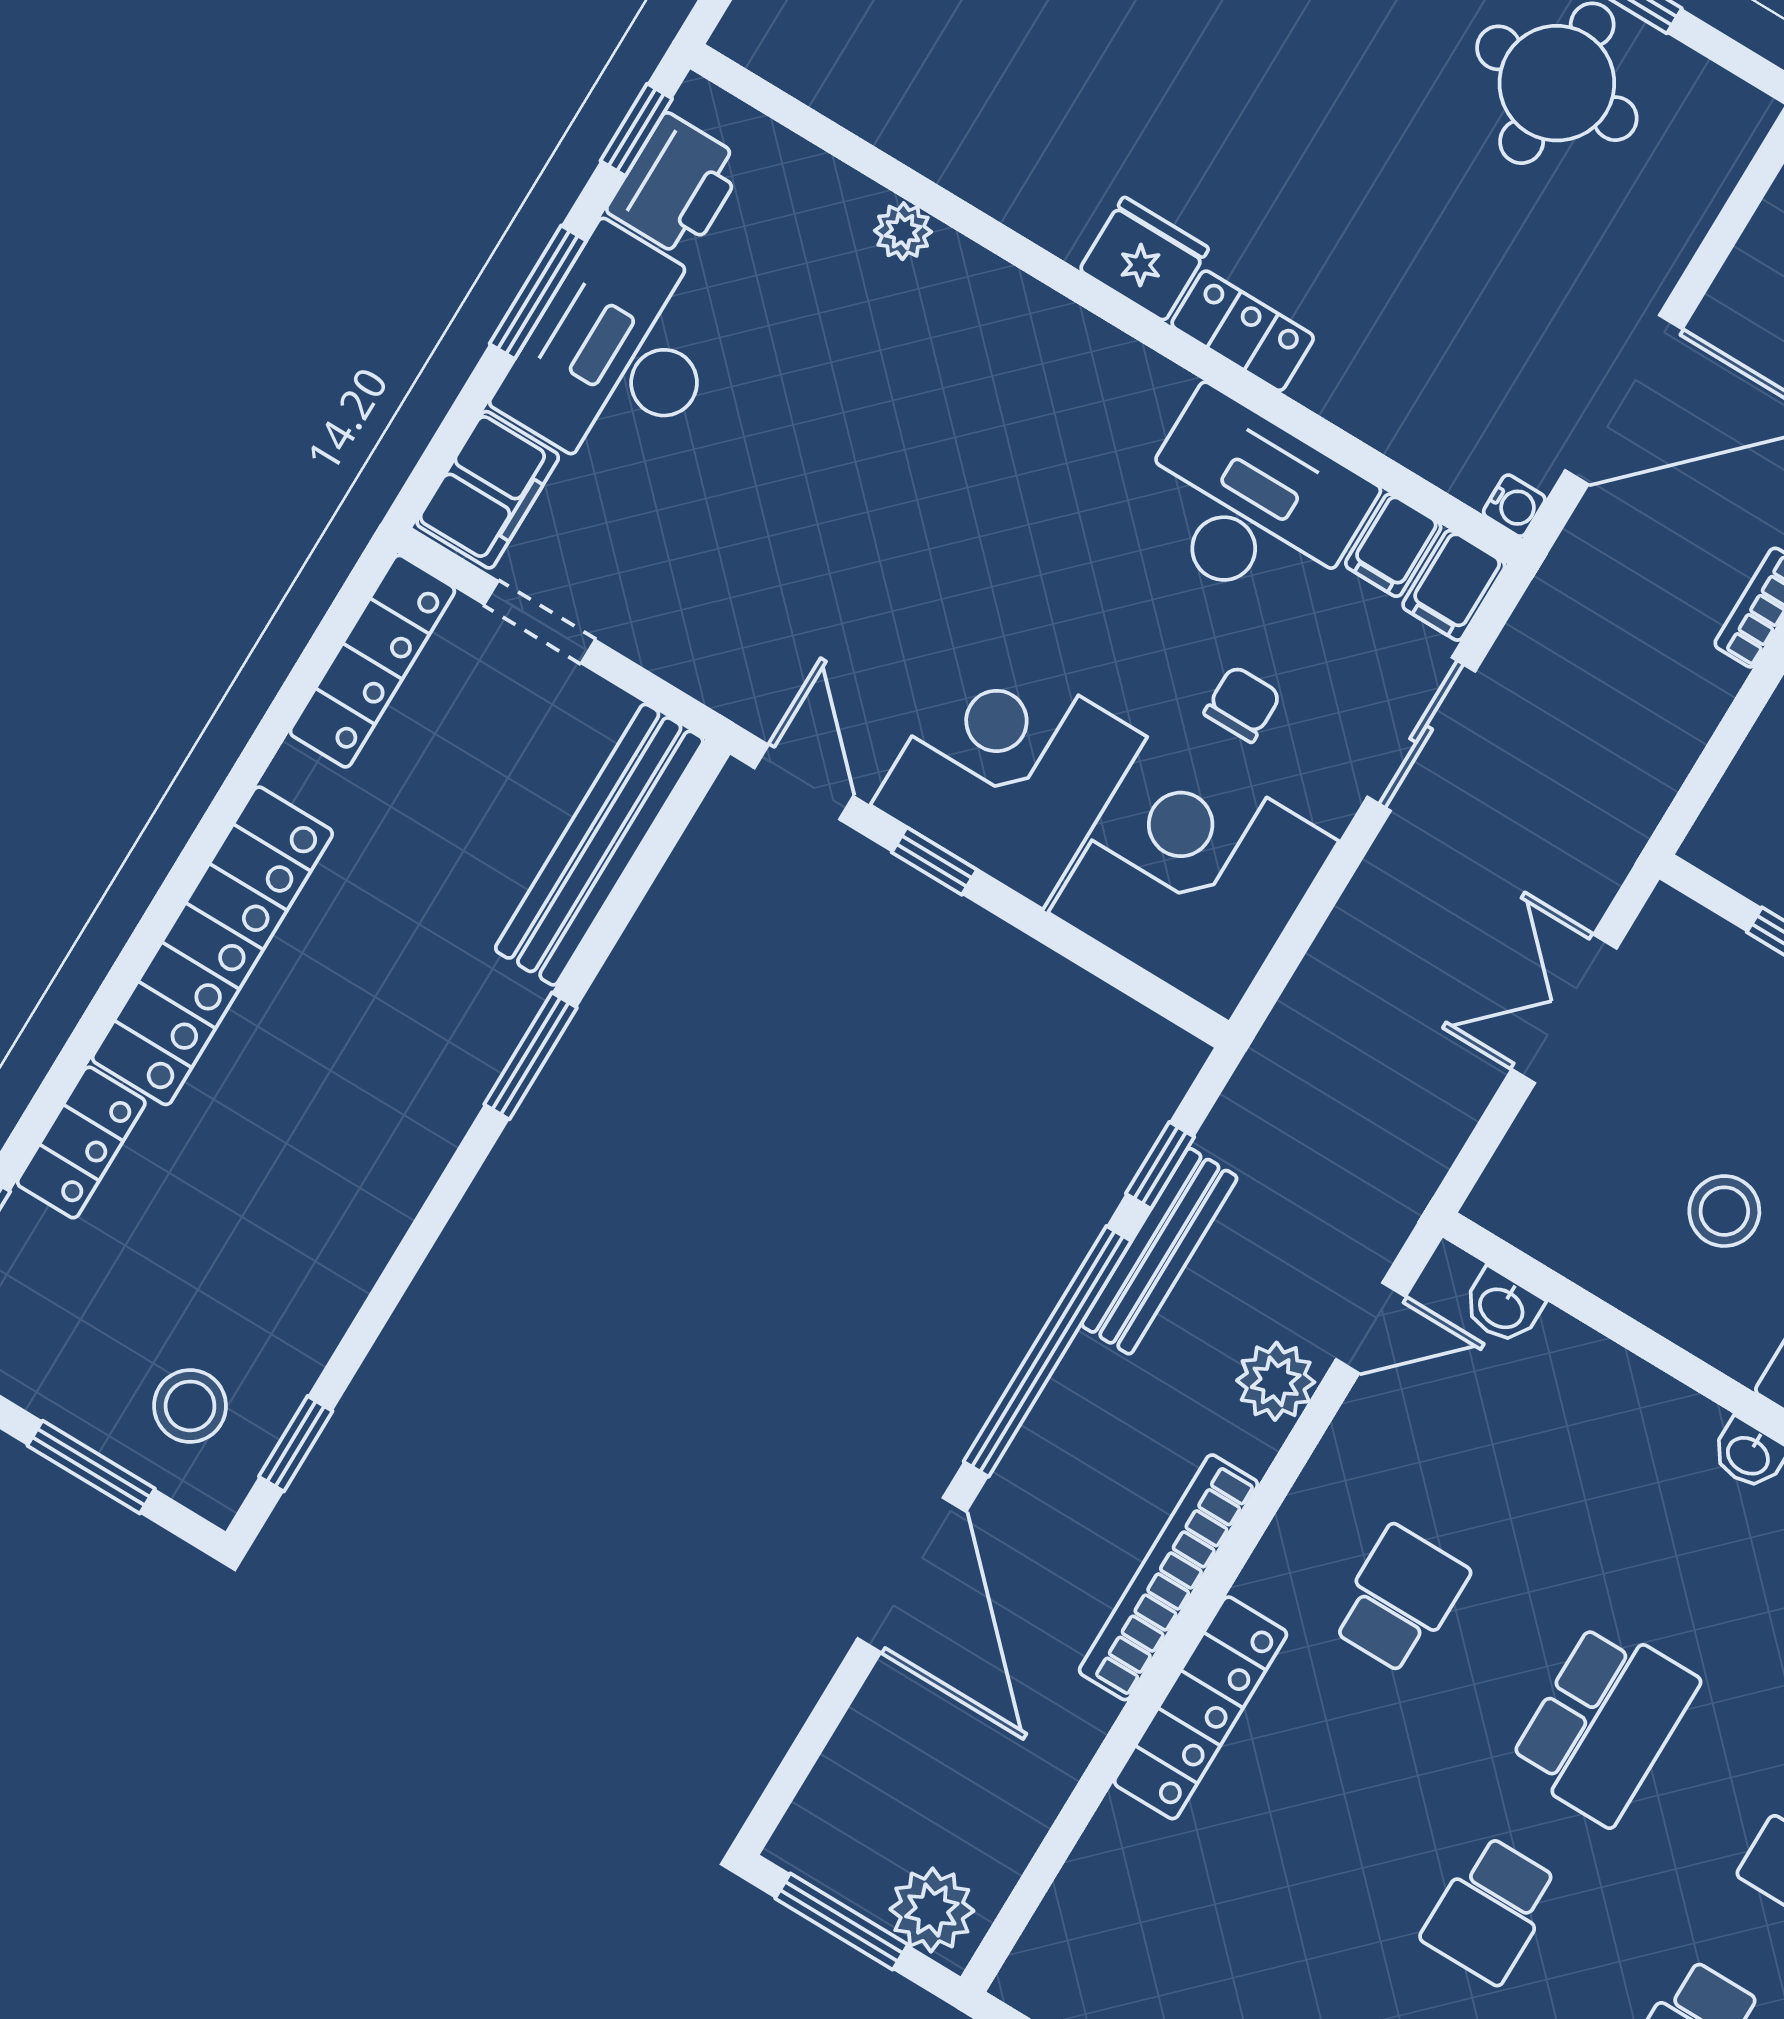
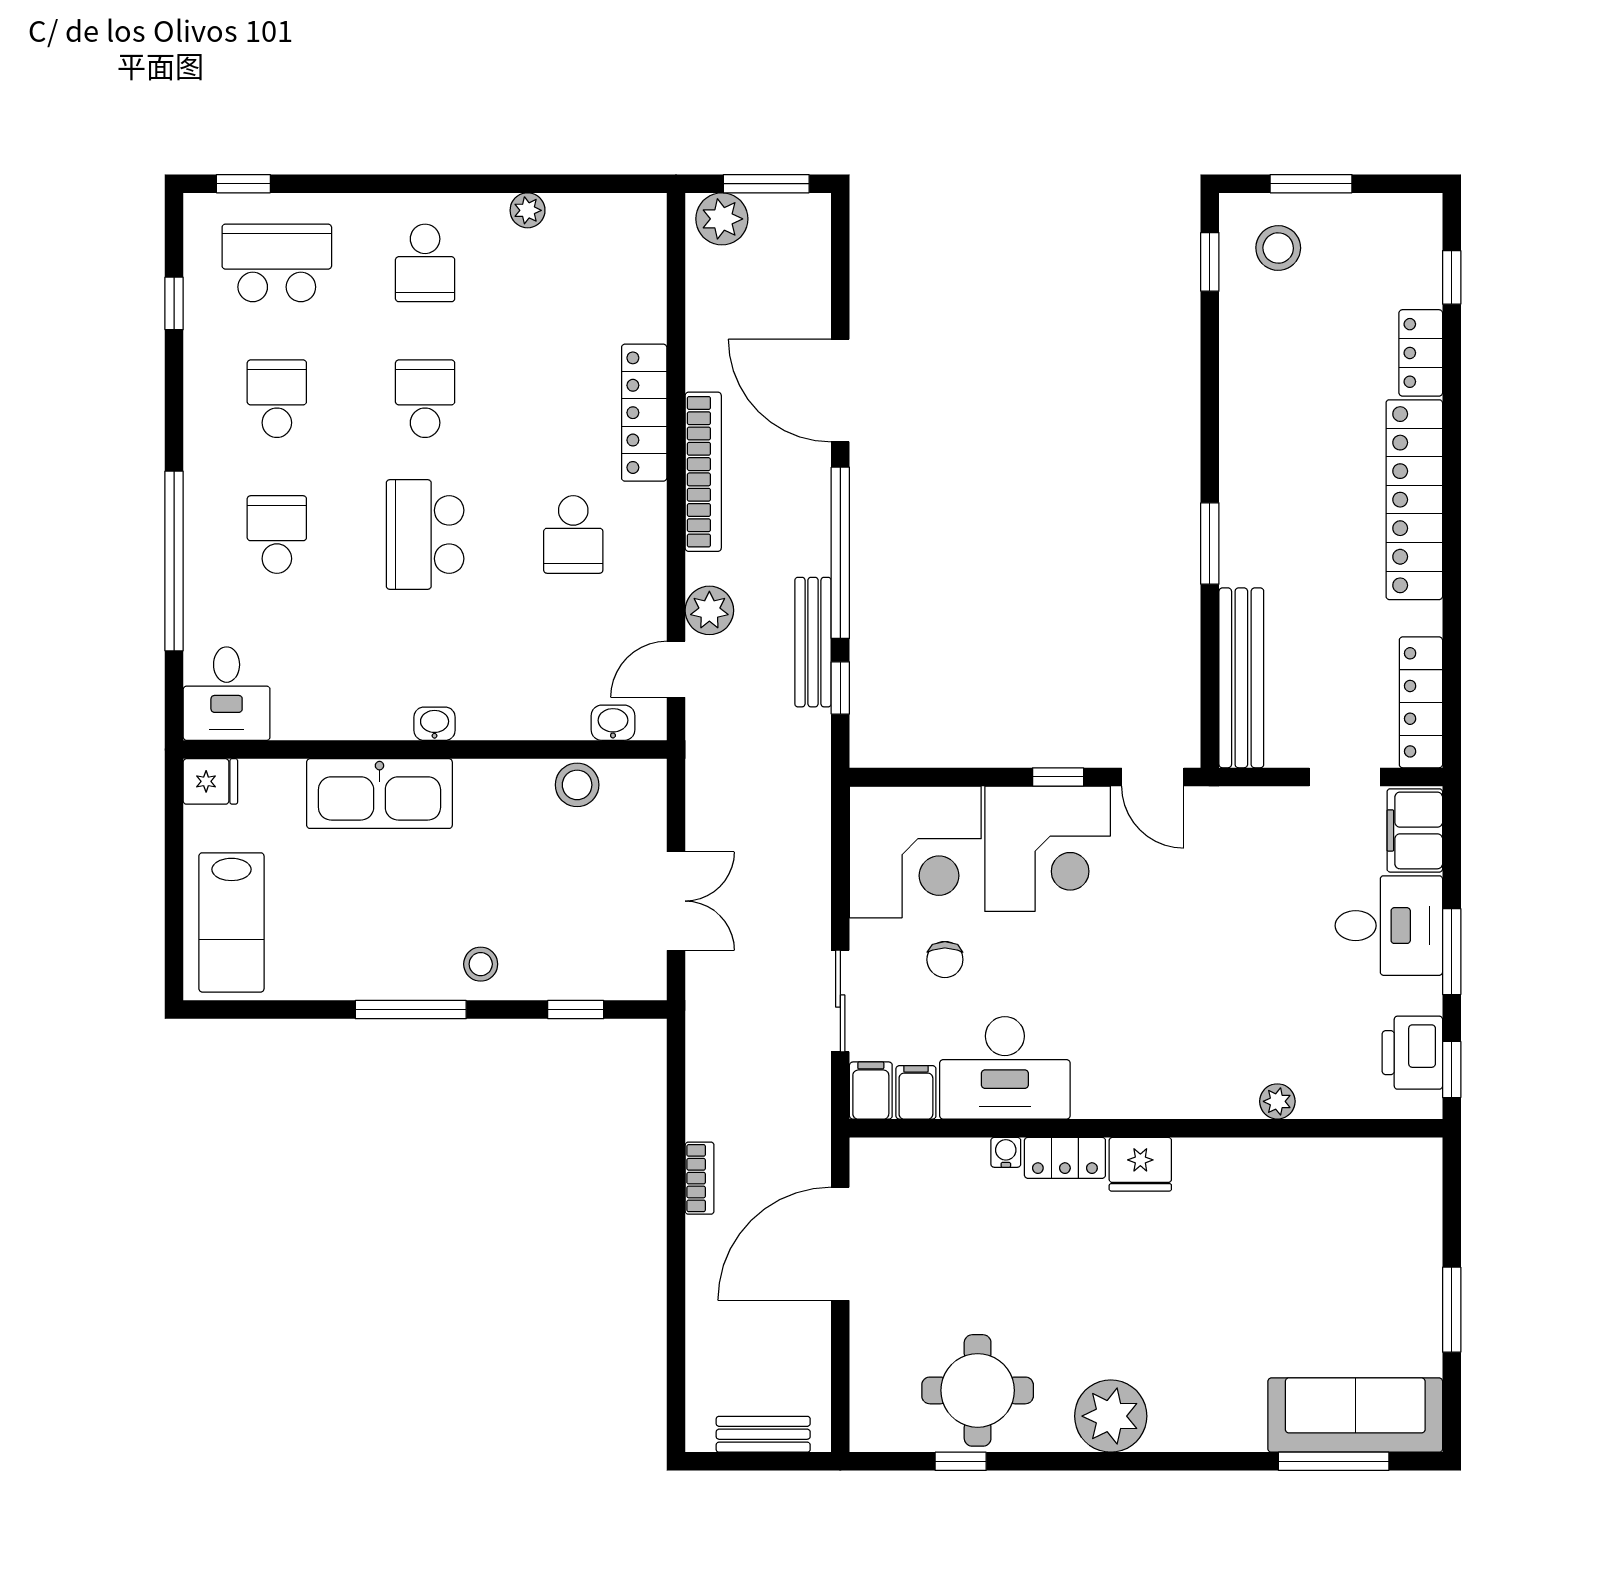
desk: (618, 355) -> (1389, 926), width x0.73
water cooler: (1514, 506) -> (1006, 1152), moved, turned 90
stool: (1724, 1211) -> (577, 785), moved

